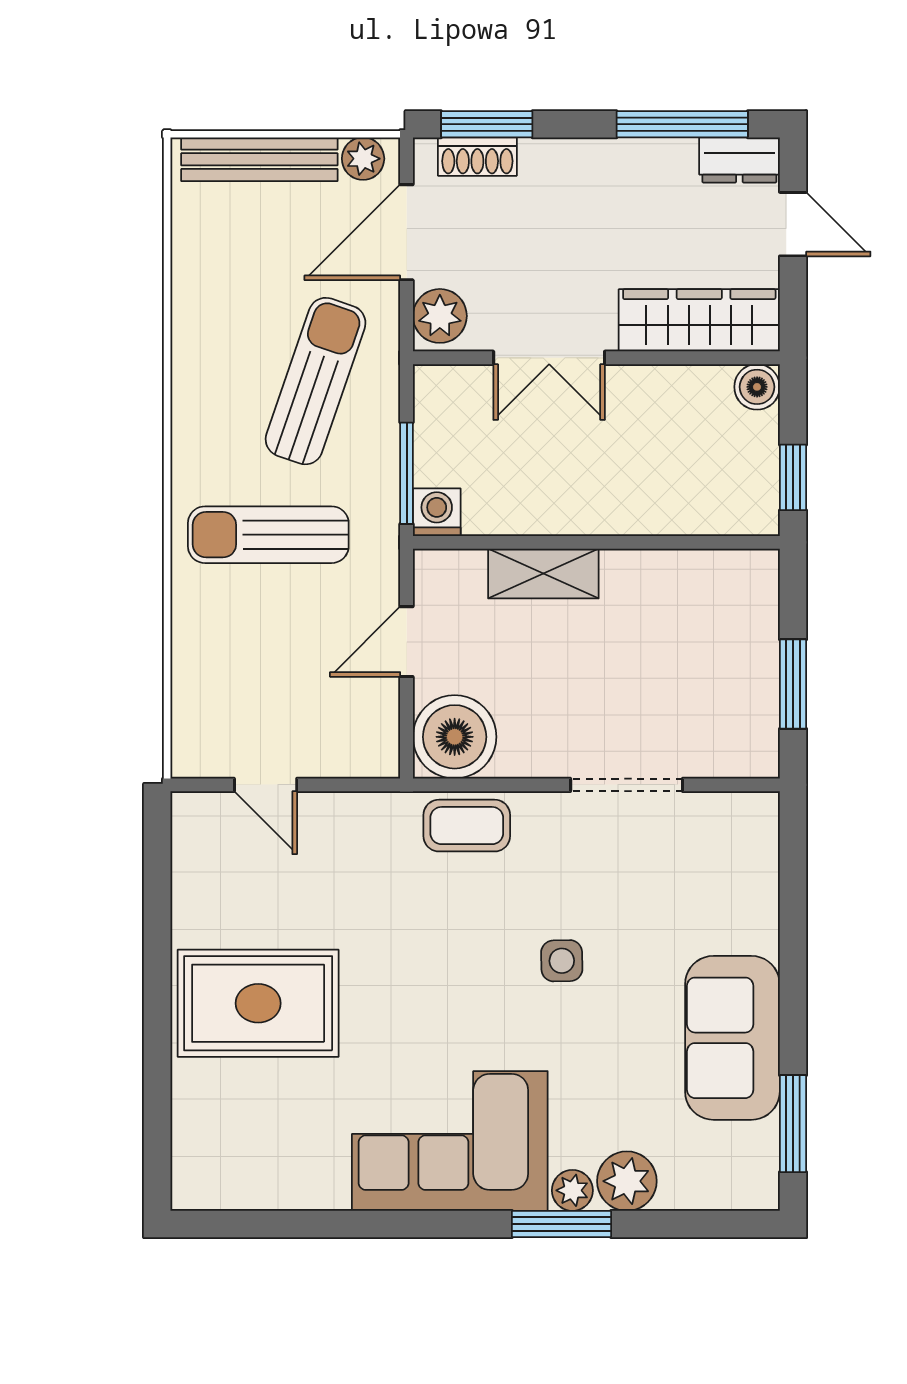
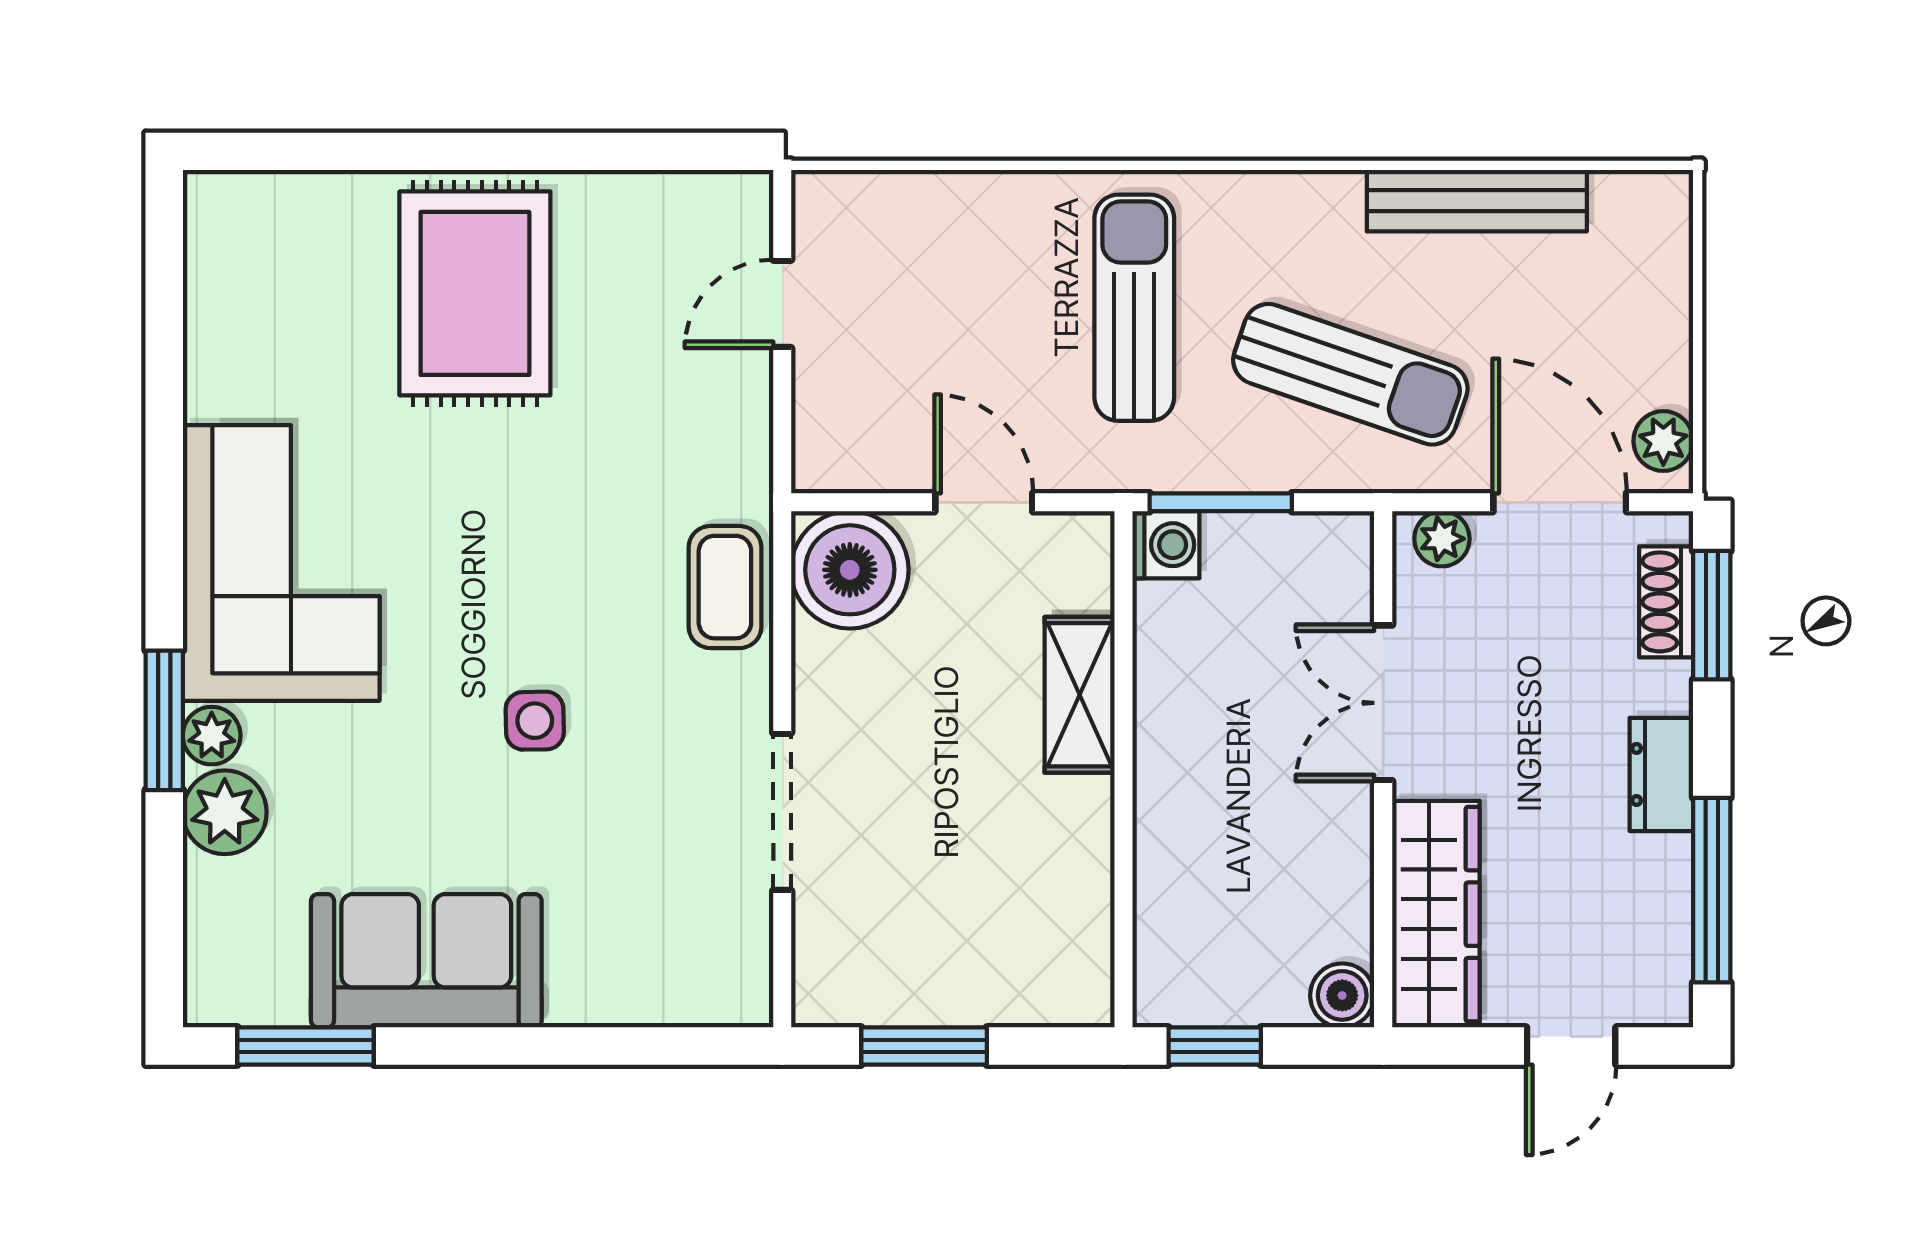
bench: (259, 159) -> (1477, 201), moved, turned 90
dresser: (739, 160) -> (1661, 774), moved
plant: (440, 316) -> (1442, 539), width x0.73, depth x0.73

